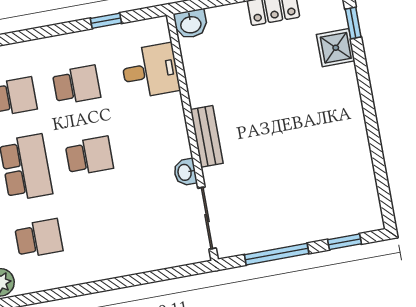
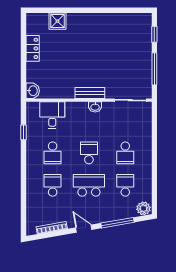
window: (353, 23) -> (47, 10), removed
school desk: (76, 85) -> (53, 153), turned 180
washbasin: (185, 172) -> (95, 107), moved
school desk: (102, 227) -> (125, 153), added

